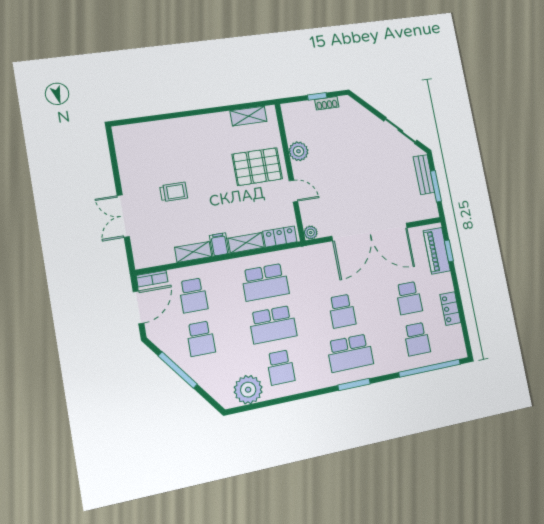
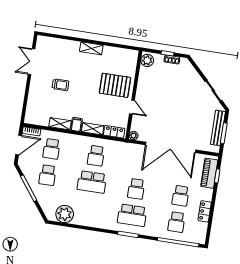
shelving: (248, 116) -> (91, 48), moved
plant: (299, 151) -> (147, 60), moved
bench: (424, 175) -> (218, 128), width x1.36
double door: (123, 216) -> (31, 62), moved
school desk: (265, 282) -> (96, 156), width x0.54
school desk: (281, 367) -> (88, 208), removed

